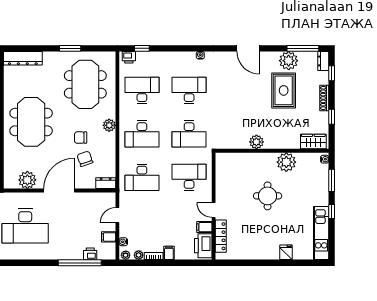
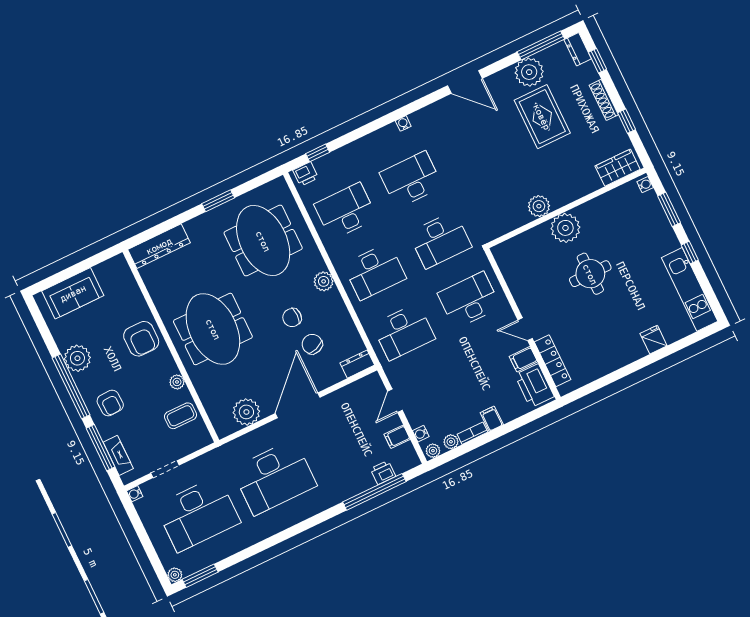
plant: (286, 162) -> (565, 228), moved

